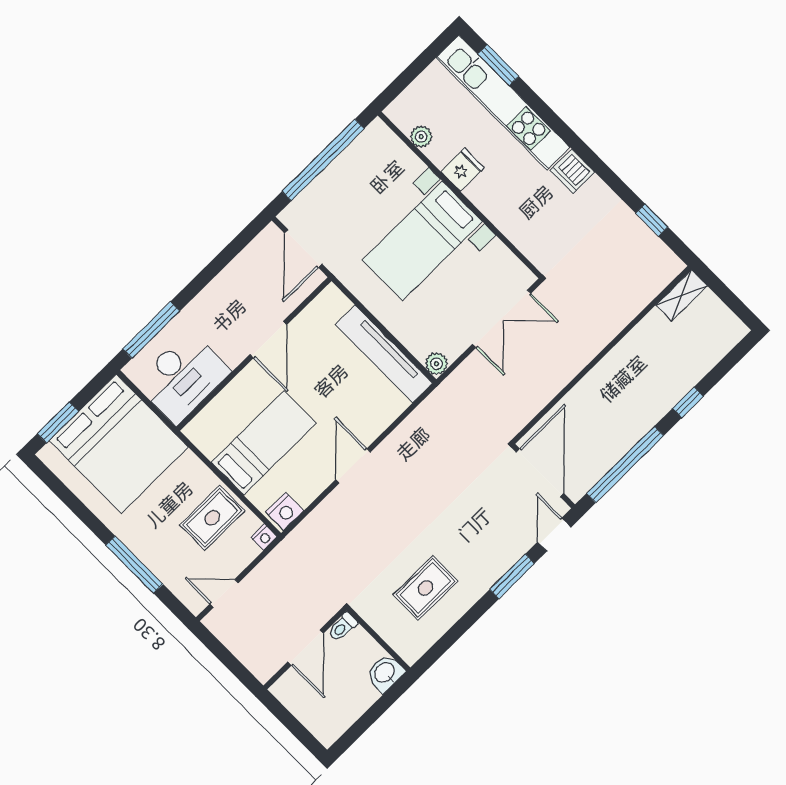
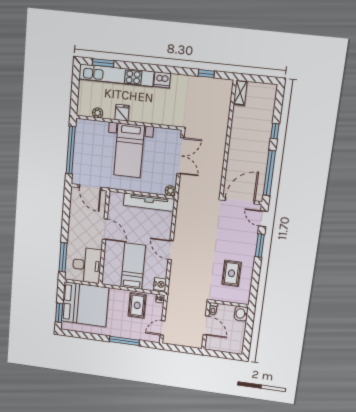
door: (540, 473) -> (240, 201), hinge flipped

